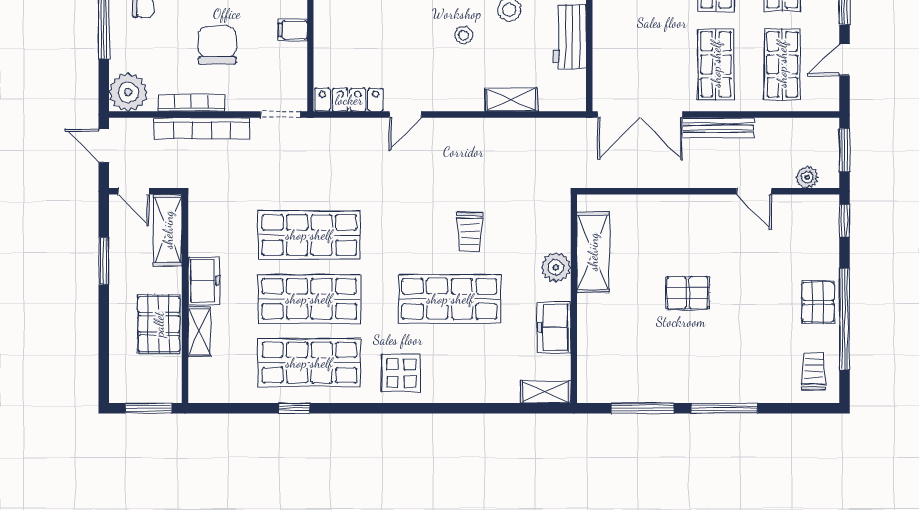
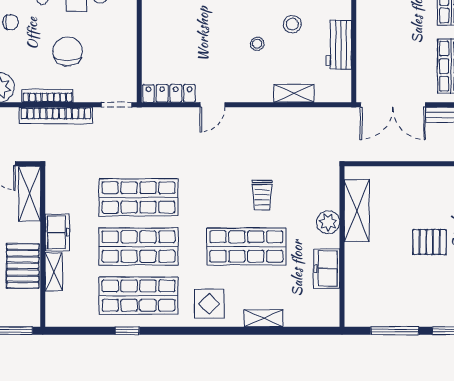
filing cabinet: (293, 30) -> (126, 40), removed
shelving: (546, 392) -> (263, 318), moved

